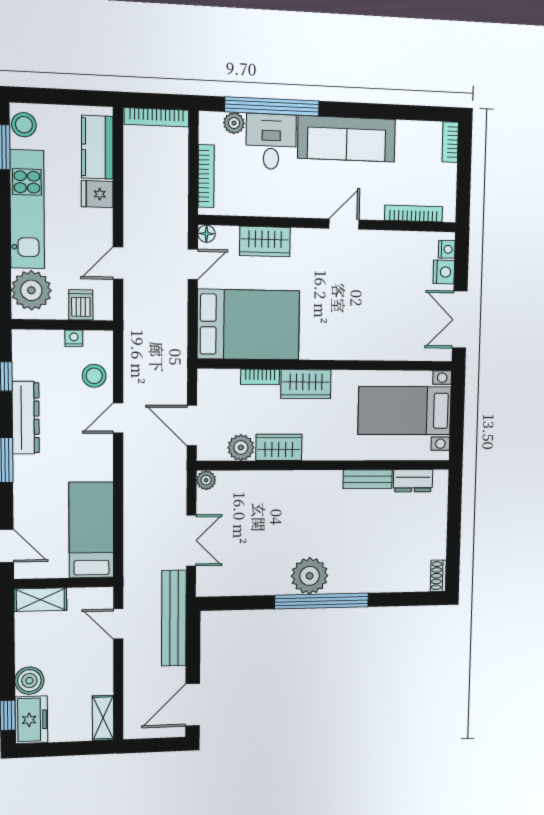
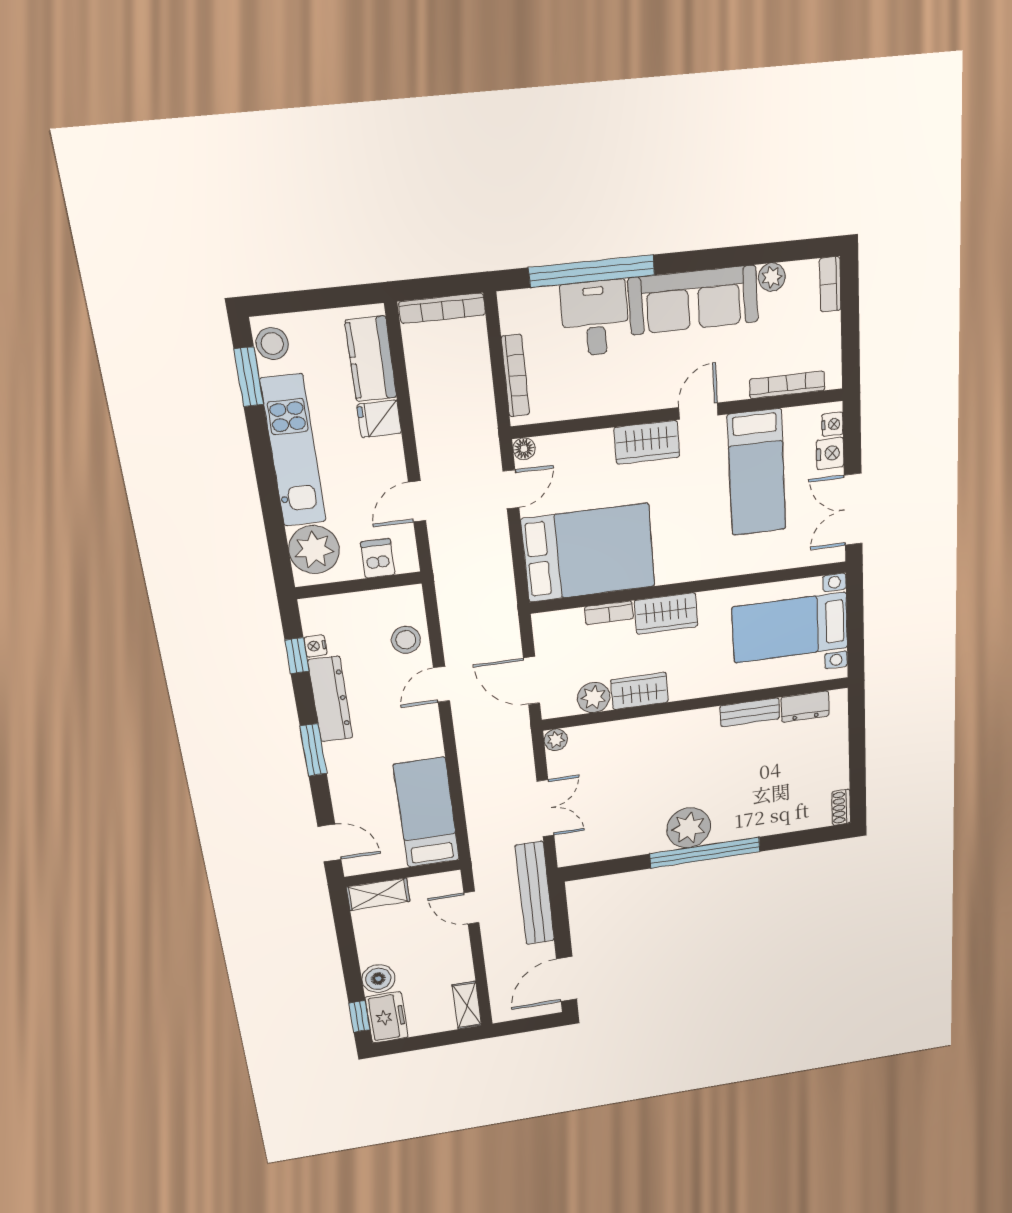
plant: (234, 123) -> (772, 277), moved
wardrobe: (265, 242) -> (647, 442), moved
bed: (386, 279) -> (757, 473), added
nightstand: (74, 338) -> (315, 646), moved, turned -90

